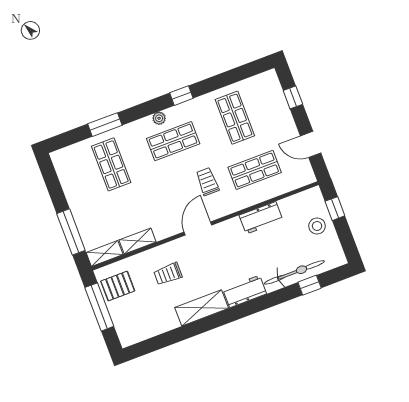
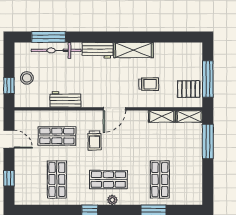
window: (310, 285) -> (49, 37), width x2.17

